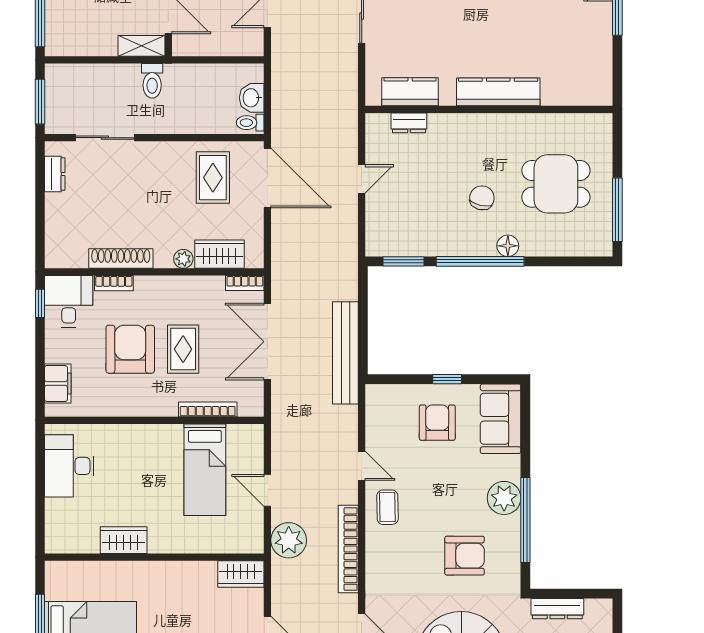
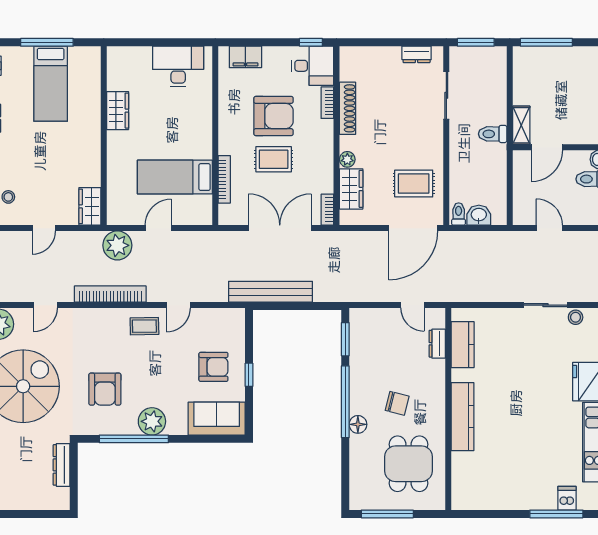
kitchen counter: (410, 92) -> (463, 345), moved
kitchen counter: (498, 92) -> (462, 417), moved
wall: (489, 109) -> (448, 409), moved
dresser: (409, 123) -> (437, 344), moved

